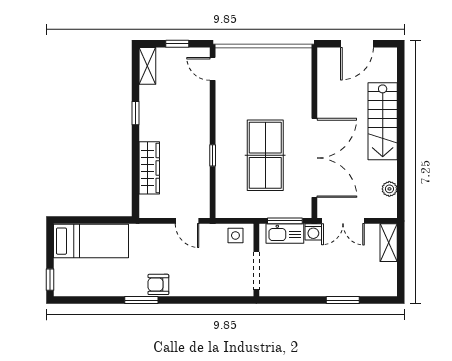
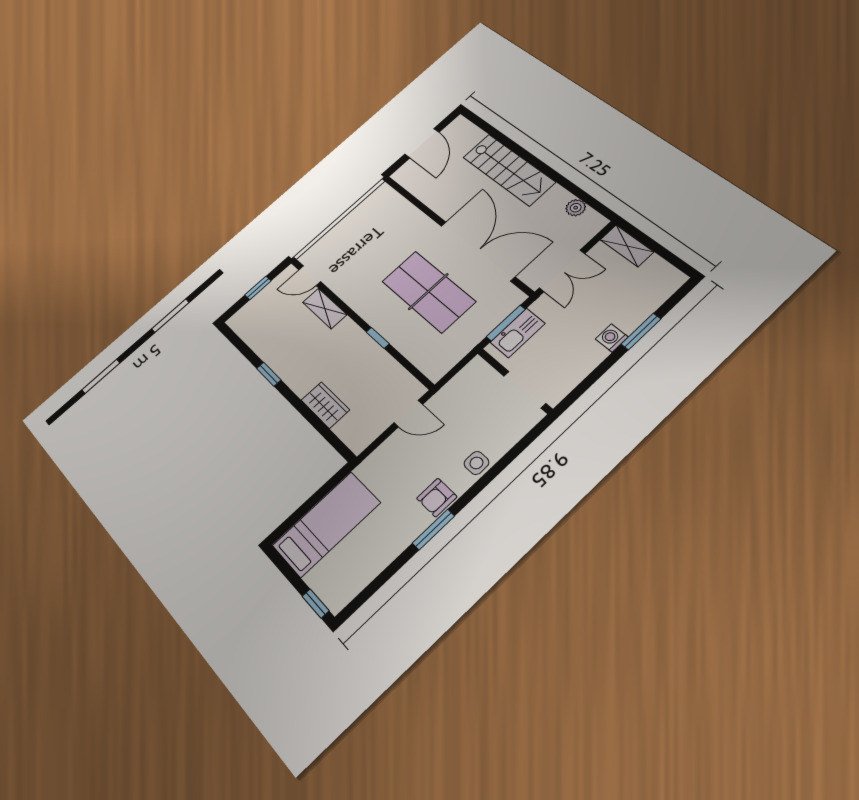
shelving: (147, 66) -> (325, 308), moved
wardrobe: (149, 168) -> (325, 405), width x0.67
washing machine: (313, 232) -> (612, 338), moved, turned 180
side table: (235, 235) -> (476, 463), moved

